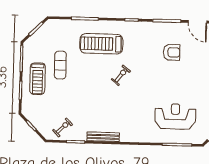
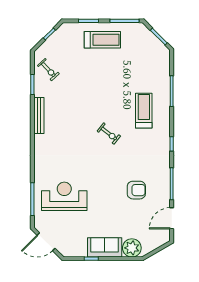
treadmill: (101, 44) -> (144, 111), width x0.73, depth x0.73
armchair: (172, 52) -> (136, 190), turned -90
exercise mat: (60, 65) -> (118, 65), removed
treadmill: (38, 79) -> (102, 40), turned 180
reception desk: (175, 116) -> (64, 196), turned -90

